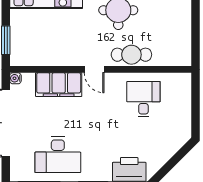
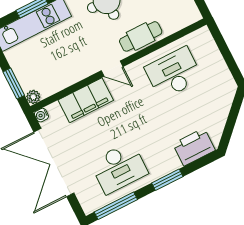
plant: (16, 60) -> (33, 97), added
desk: (143, 99) -> (174, 73), width x1.37

